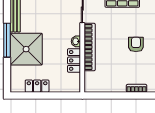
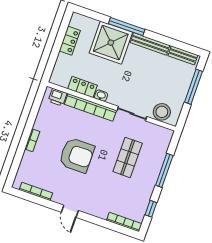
armchair: (136, 44) -> (77, 155), width x1.88, depth x1.88
printer: (91, 79) -> (58, 97), added

